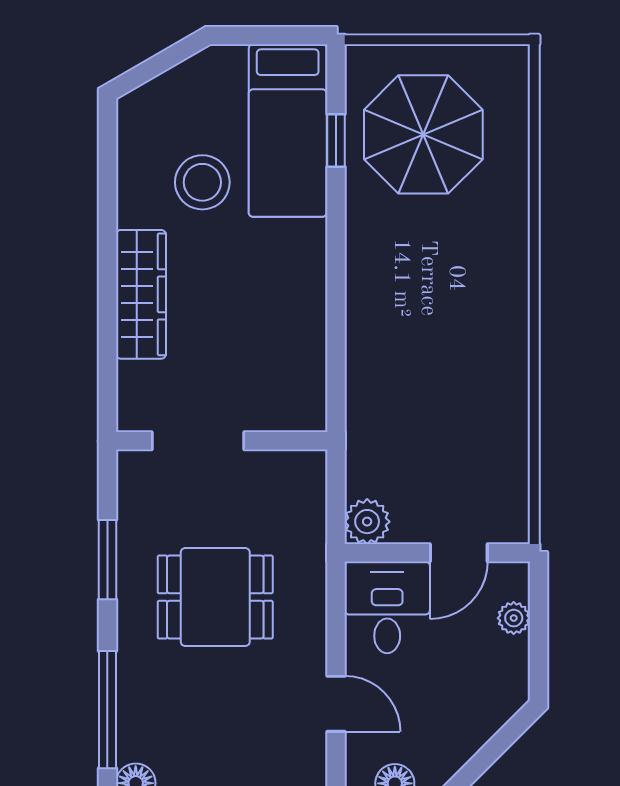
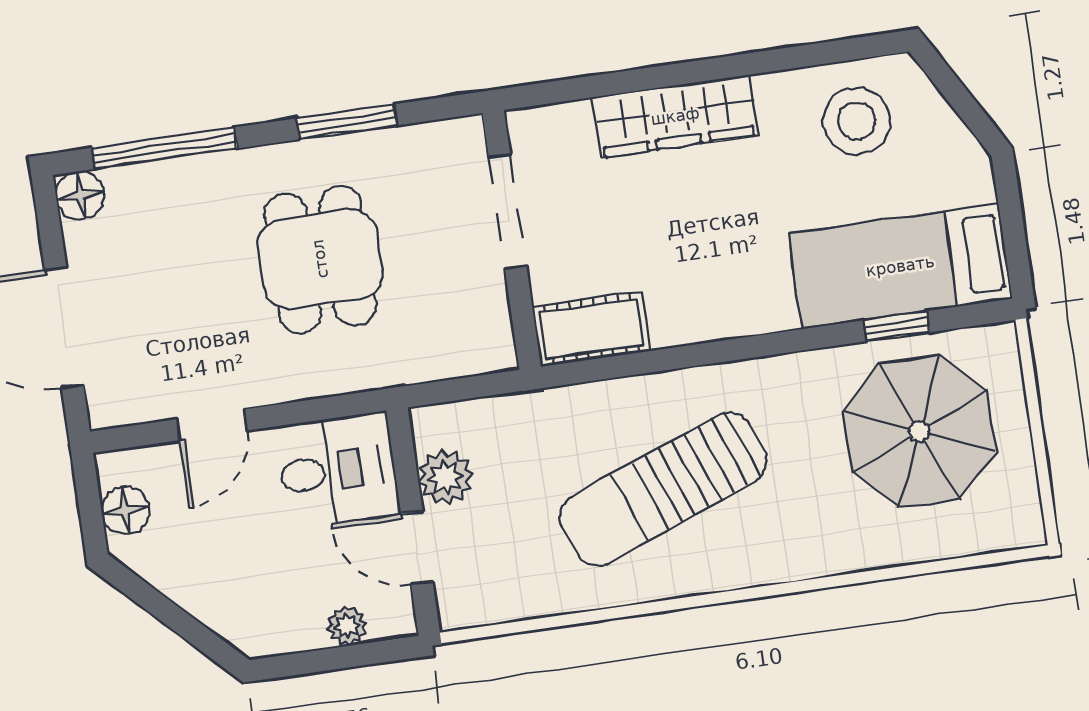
stool: (202, 182) -> (857, 121), moved
sun lounger: (440, 347) -> (663, 489), added
cot: (303, 387) -> (591, 329), added
plant: (367, 522) -> (445, 478), moved

